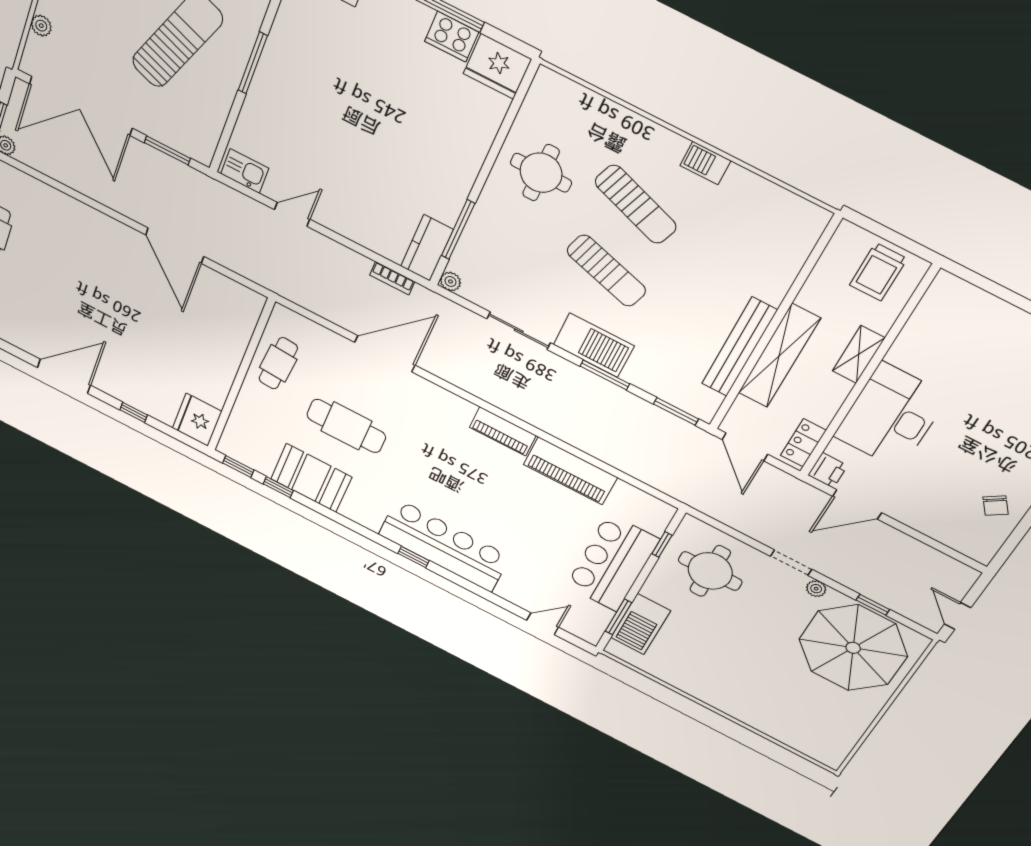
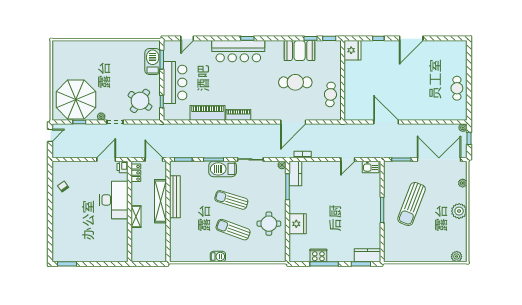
fridge: (497, 66) -> (298, 224), moved, turned 90
trolley: (878, 272) -> (146, 249), removed
round table: (710, 571) -> (140, 101), turned 36
door: (958, 616) -> (50, 135), hinge flipped

